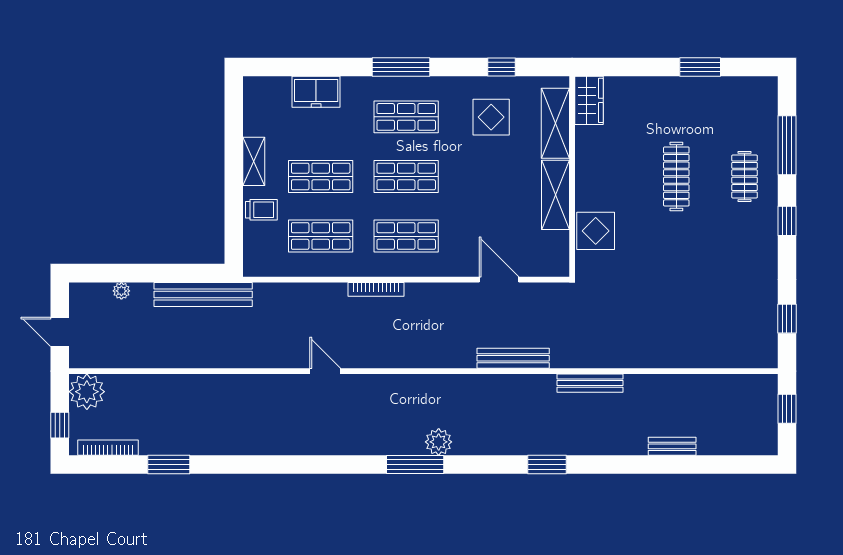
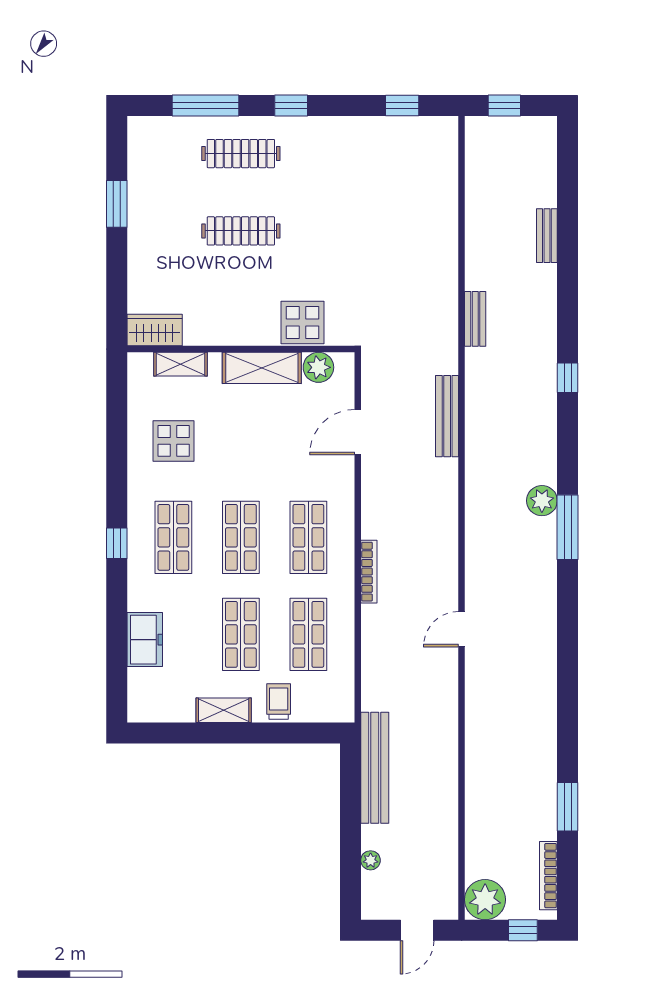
window: (401, 67) -> (117, 543), width x0.46
window: (502, 67) -> (117, 429), removed
shelving: (555, 123) -> (180, 364), width x0.67, depth x0.75
clothes rail: (745, 176) -> (241, 154), width x1.36
plant: (556, 245) -> (318, 367), added
bench: (590, 383) -> (475, 319), width x0.73
window: (547, 465) -> (568, 378), width x0.67

